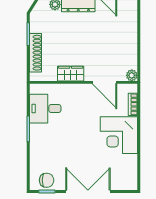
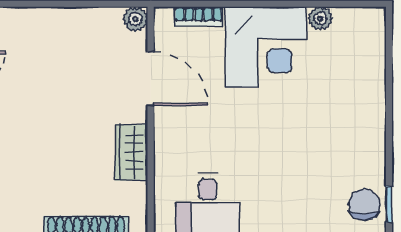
door: (104, 82) -> (151, 79), hinge flipped
plant: (132, 160) -> (320, 18), added
double door: (88, 192) -> (389, 115), removed

